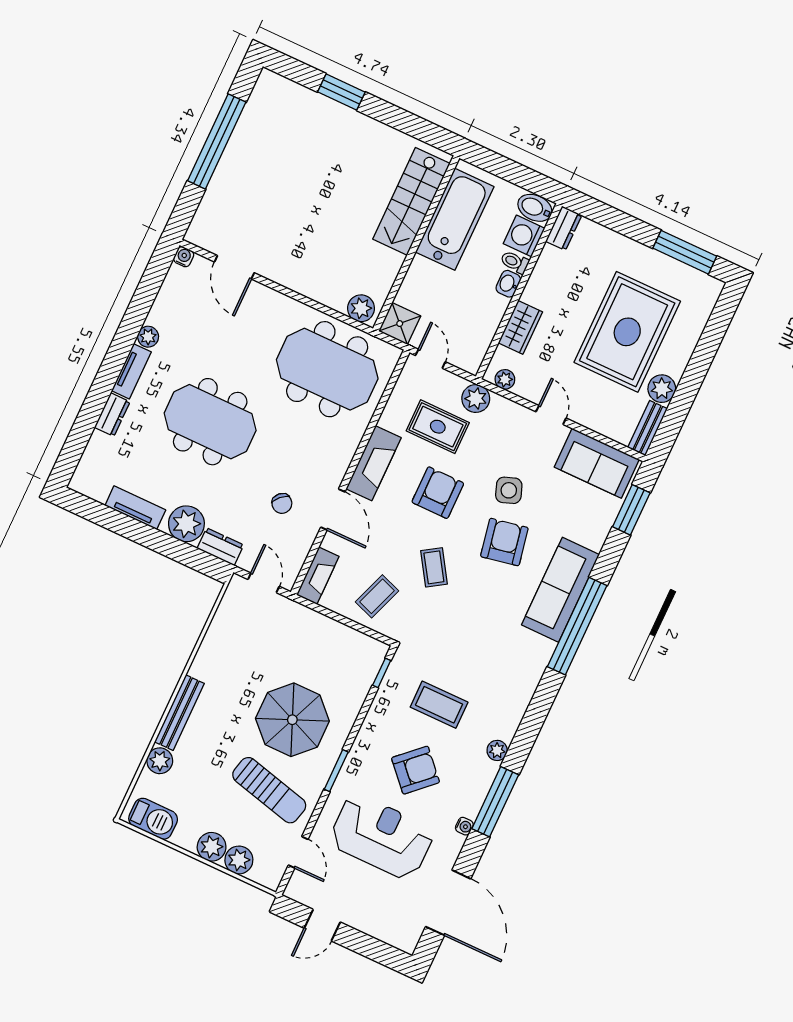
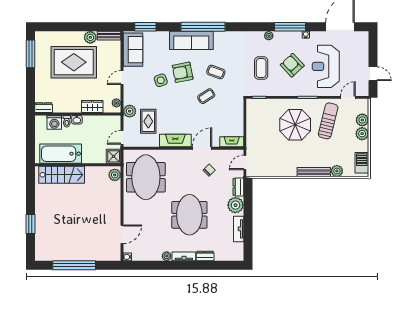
bidet: (535, 208) -> (41, 123), removed
armchair: (438, 493) -> (175, 109), removed
coffee table: (377, 596) -> (216, 72), moved

